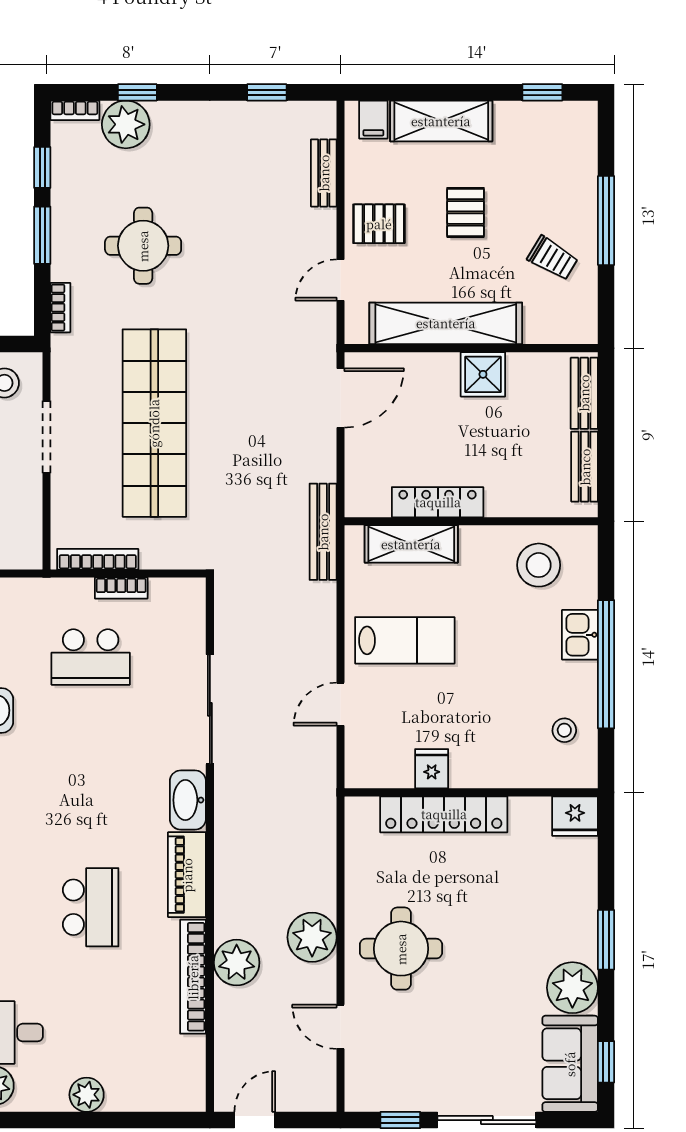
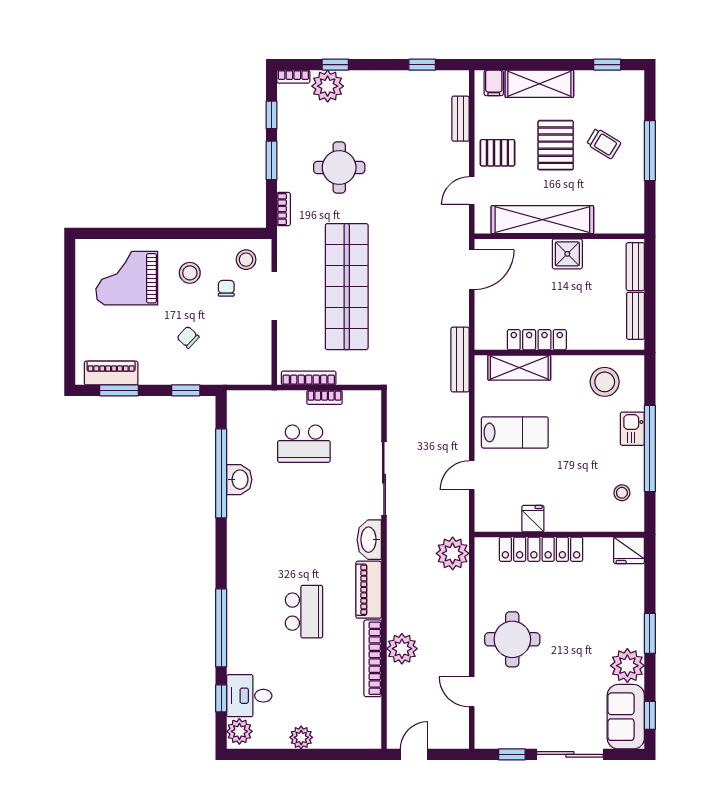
pallet: (465, 212) -> (556, 145), width x1.50, depth x1.42
trolley: (553, 258) -> (604, 143), moved
plant: (312, 937) -> (453, 553), moved

